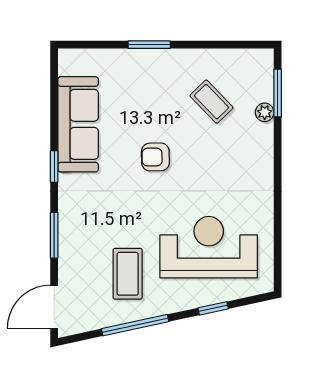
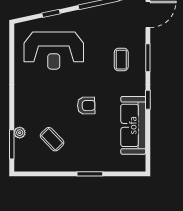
coffee table: (128, 274) -> (121, 60), moved, width x0.73, depth x0.77

